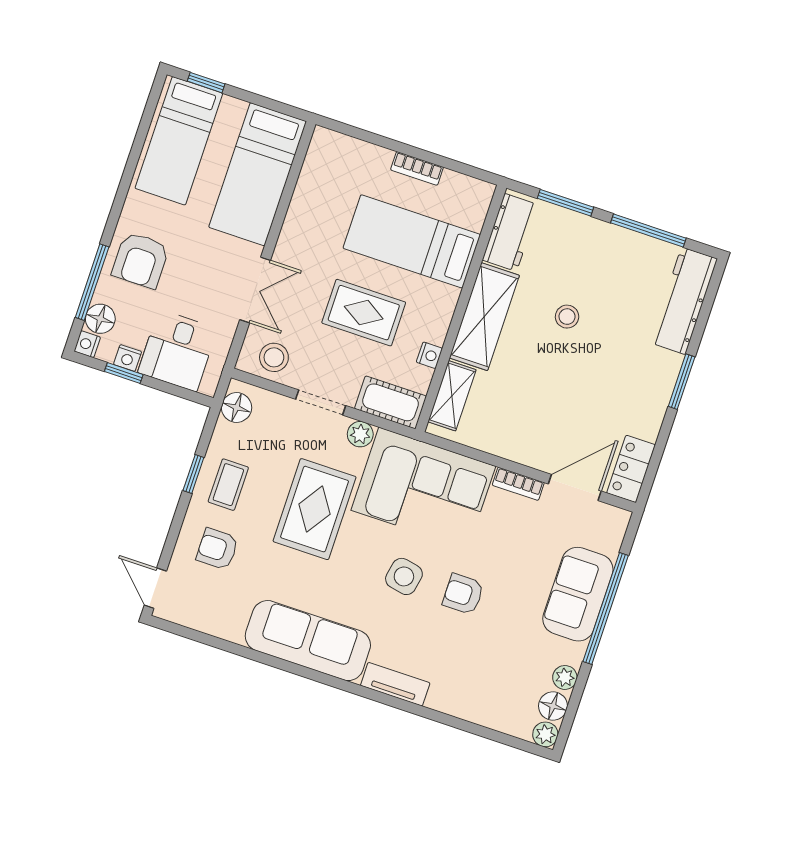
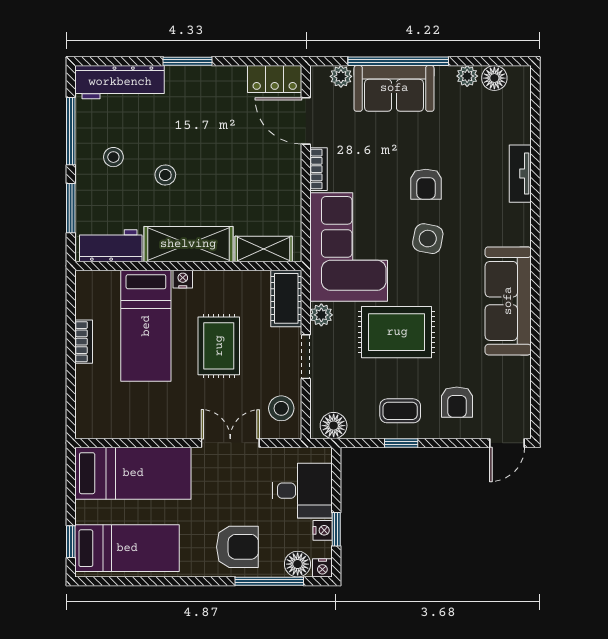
stool: (605, 267) -> (113, 157), added
nightstand: (429, 355) -> (183, 279), moved
tv unit: (395, 684) -> (520, 174), moved
plant: (545, 734) -> (341, 76), moved

